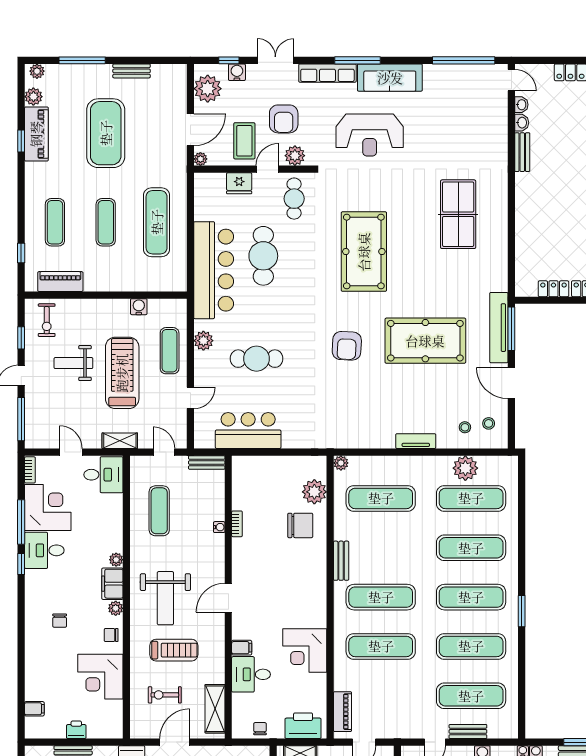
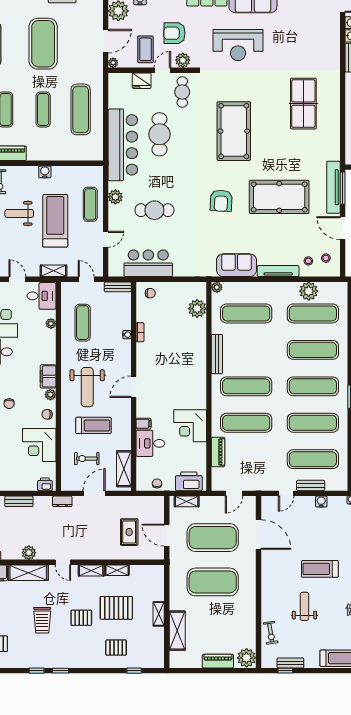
armchair: (284, 119) -> (175, 33), turned 90
water cooler: (139, 307) -> (45, 172), moved
sofa: (368, 433) -> (236, 265), added
tv unit: (416, 441) -> (278, 271), width x1.41
chair: (300, 525) -> (150, 293), moved, width x0.54, depth x0.54
plant: (116, 560) -> (51, 324), moved
bench: (341, 561) -> (217, 354), width x1.36
piano: (343, 712) -> (218, 452), moved
printer: (76, 730) -> (45, 484), moved

